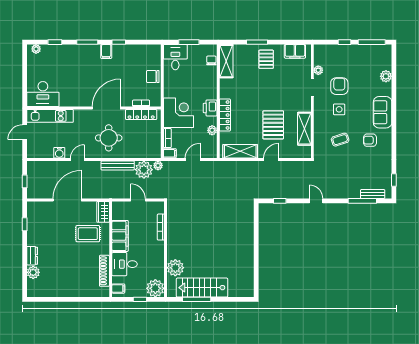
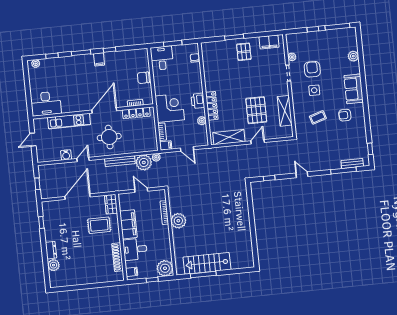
shelving: (226, 61) -> (208, 57), removed
kitchen unit: (50, 116) -> (69, 121), moved
door: (193, 160) -> (187, 149), swing flipped
plant: (175, 268) -> (178, 221), moved

